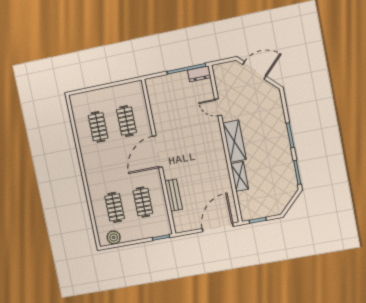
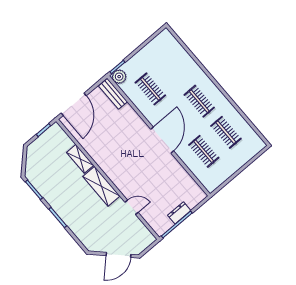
dresser: (199, 74) -> (179, 213), moved
bench: (174, 195) -> (113, 94), moved
clothes rail: (115, 207) -> (199, 101), moved
plant: (114, 237) -> (119, 77), moved

